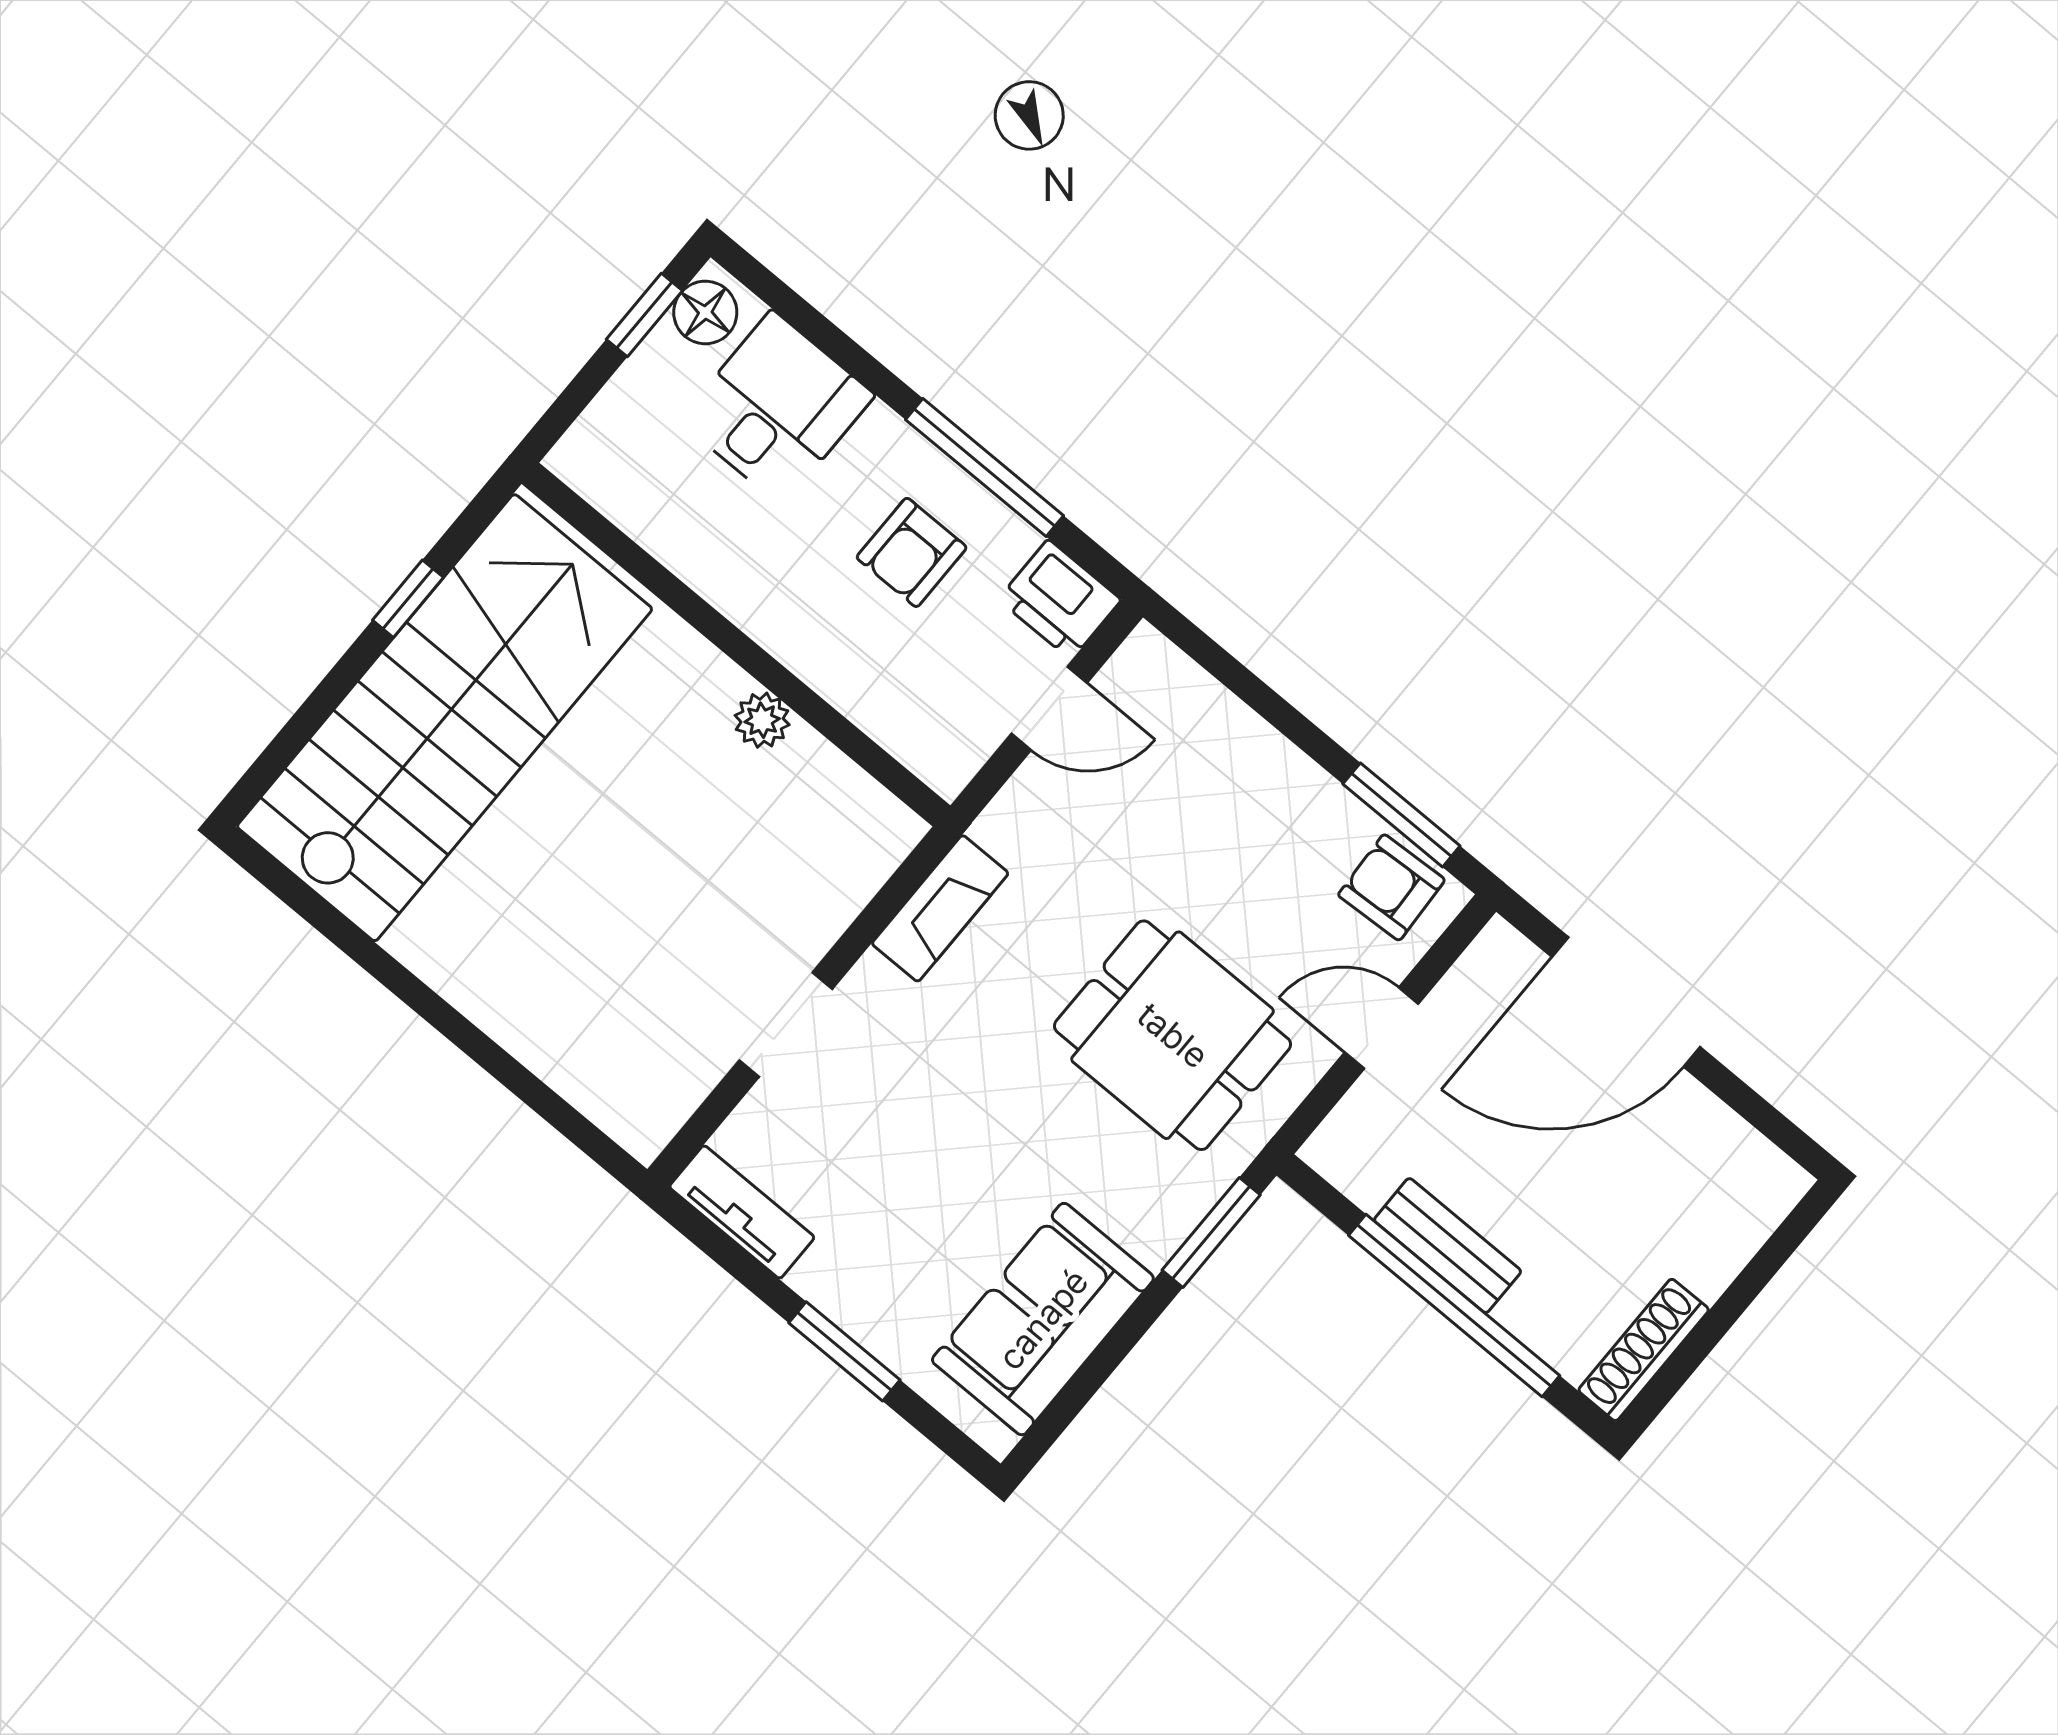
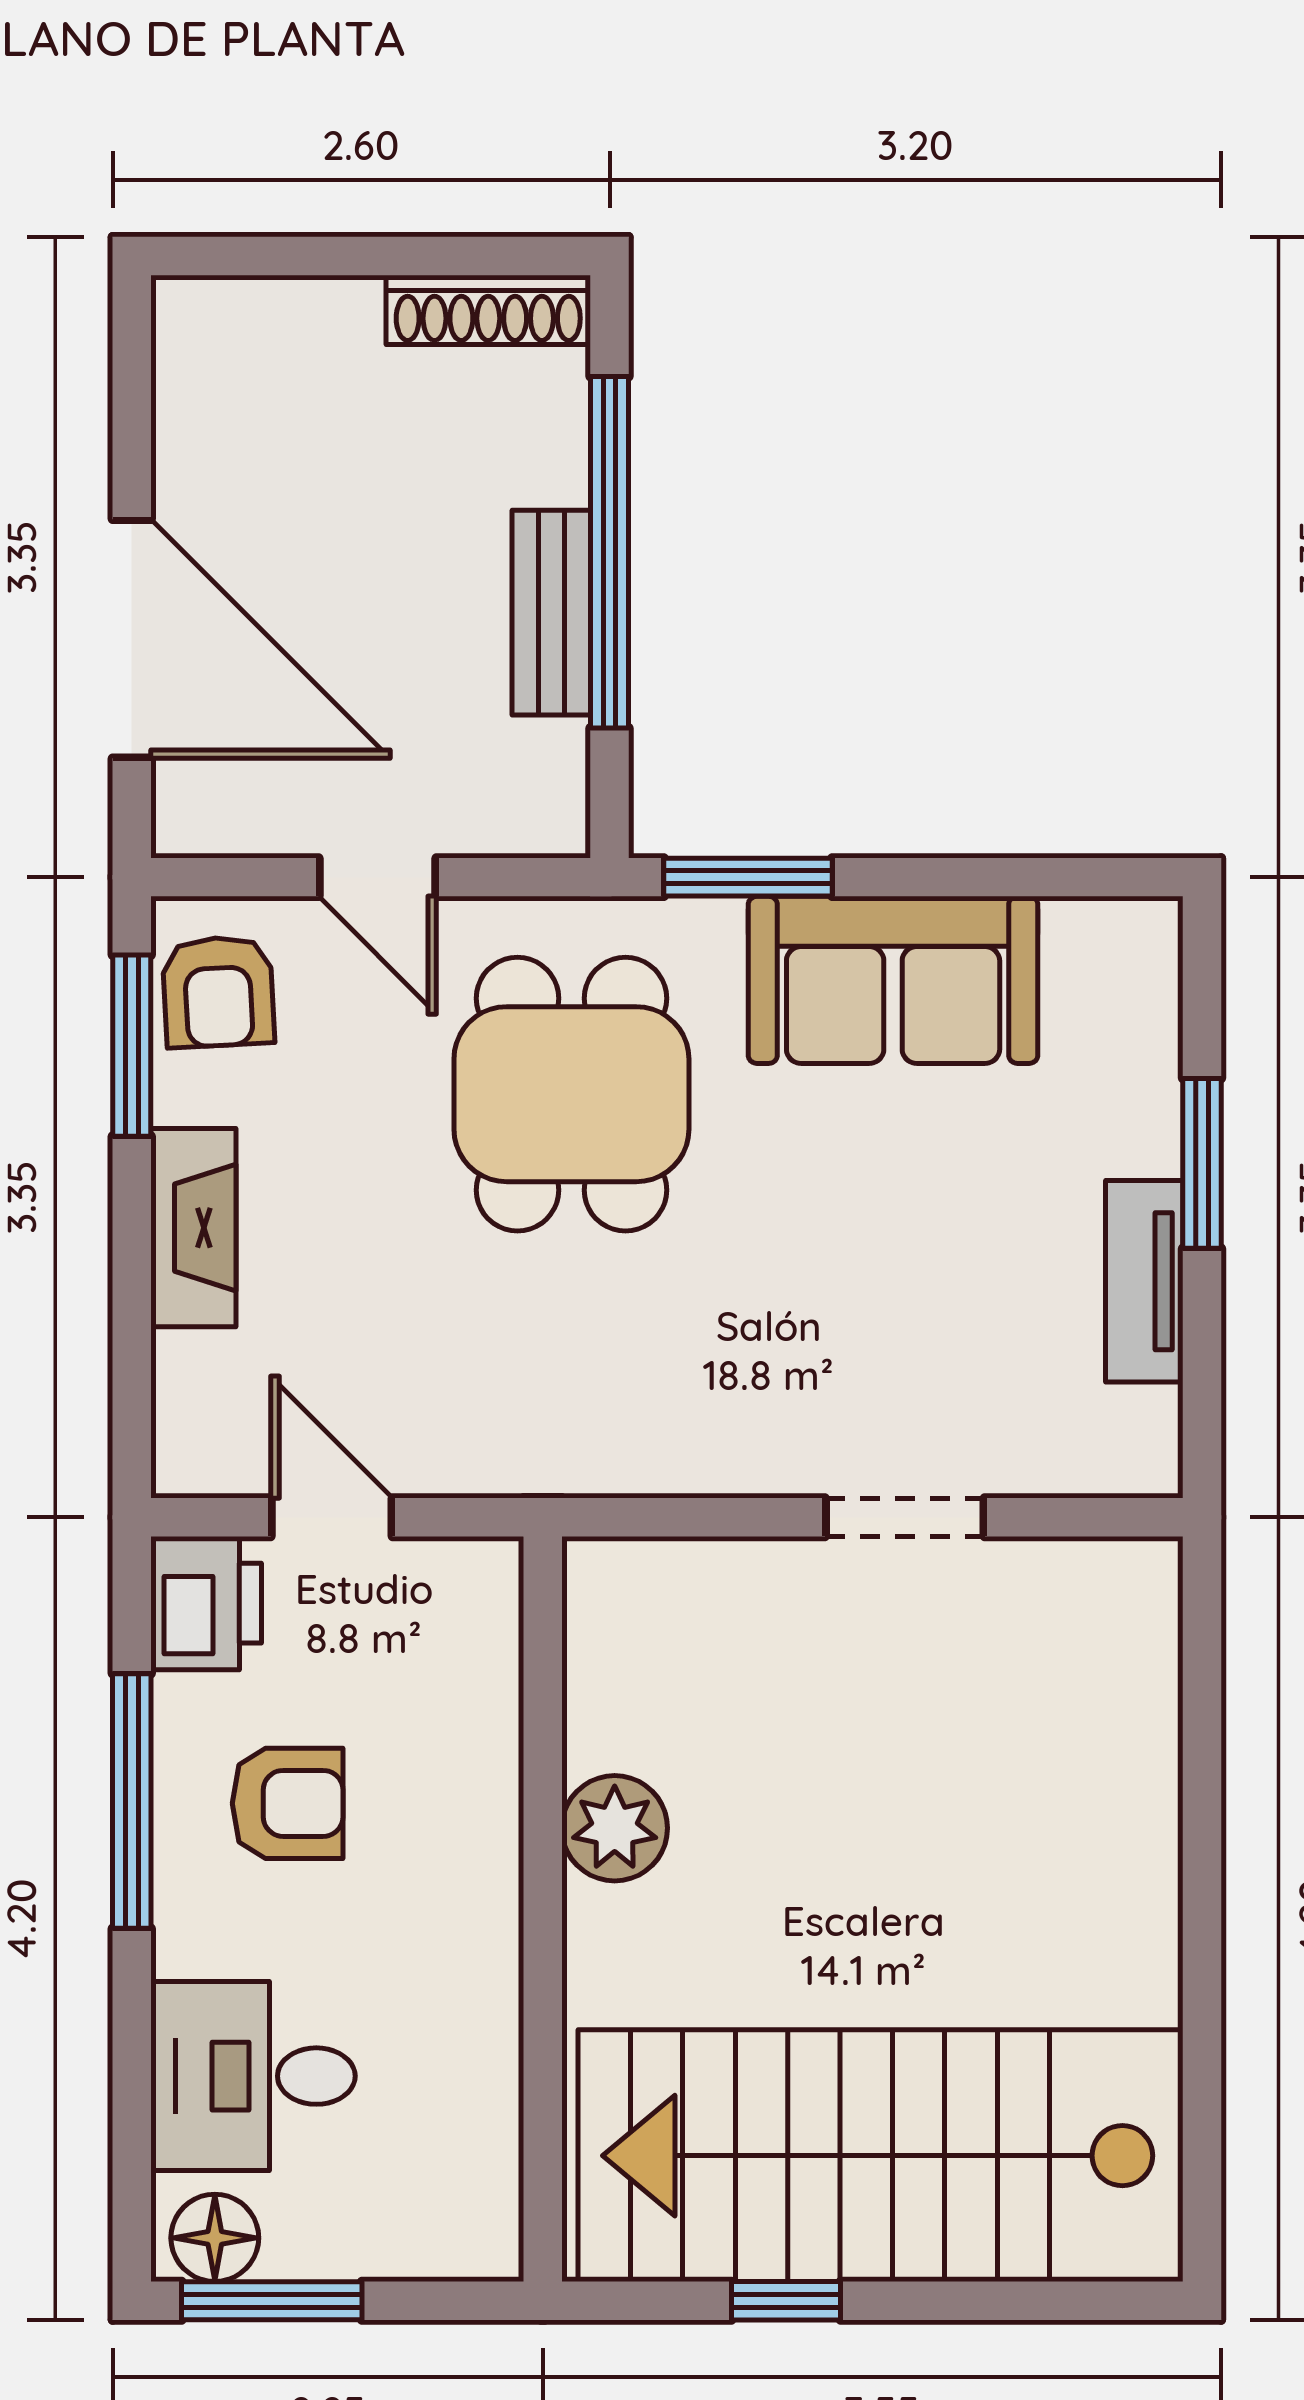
window: (644, 315) -> (272, 2301), width x1.50
plant: (762, 720) -> (615, 1828), width x1.38, depth x1.38
fireplace: (940, 908) -> (193, 1228), moved, turned 90
tv unit: (742, 1212) -> (1144, 1281), moved
sofa: (1043, 1319) -> (893, 980), moved

